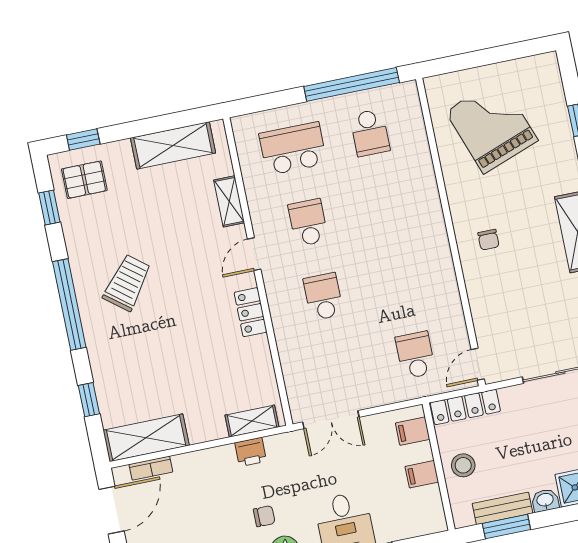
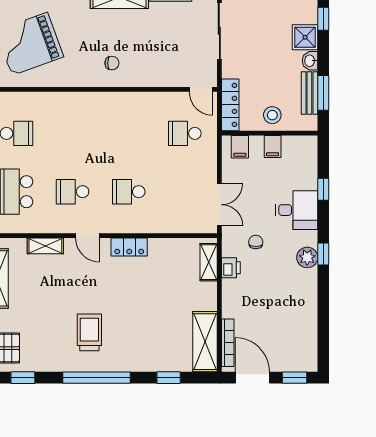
trolley: (127, 283) -> (89, 332), turned 52
bookcase: (151, 468) -> (228, 343), width x1.56
chair: (264, 516) -> (256, 242), moved

